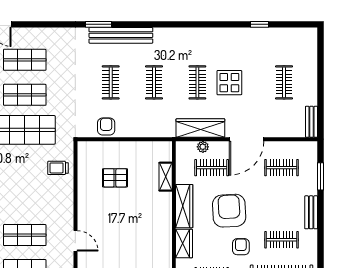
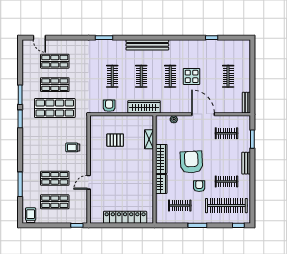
bench: (121, 35) -> (147, 45), moved
wardrobe: (200, 128) -> (144, 107), moved
door: (247, 139) -> (203, 114), swing flipped
trolley: (58, 168) -> (73, 147), moved
clothes rail: (212, 168) -> (180, 133), removed
door: (75, 241) -> (89, 182), swing flipped

